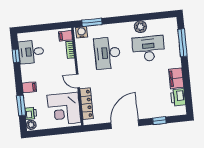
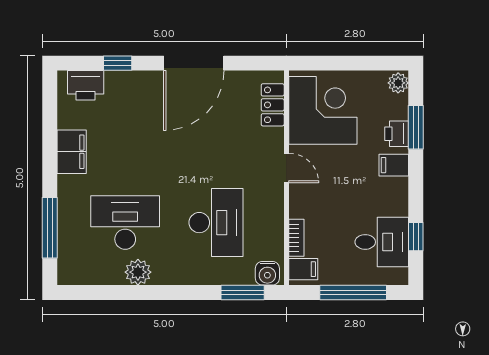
window: (42, 28) -> (353, 293), added
desk: (149, 49) -> (125, 223), turned 180
printer: (178, 97) -> (86, 85), moved, turned 90
locker: (87, 104) -> (273, 105), width x0.66
printer: (31, 113) -> (397, 134), moved

